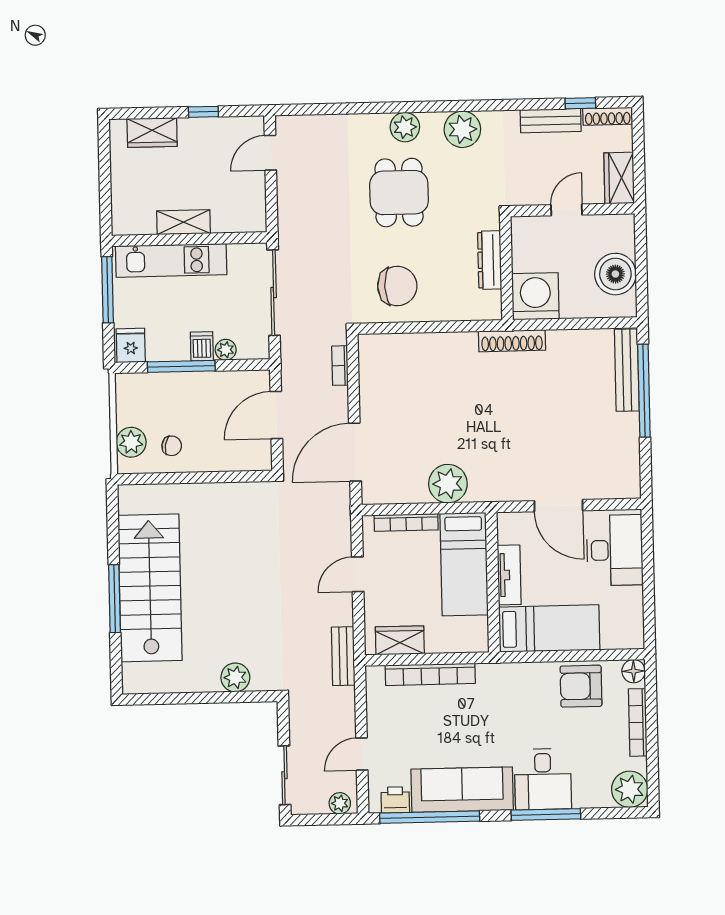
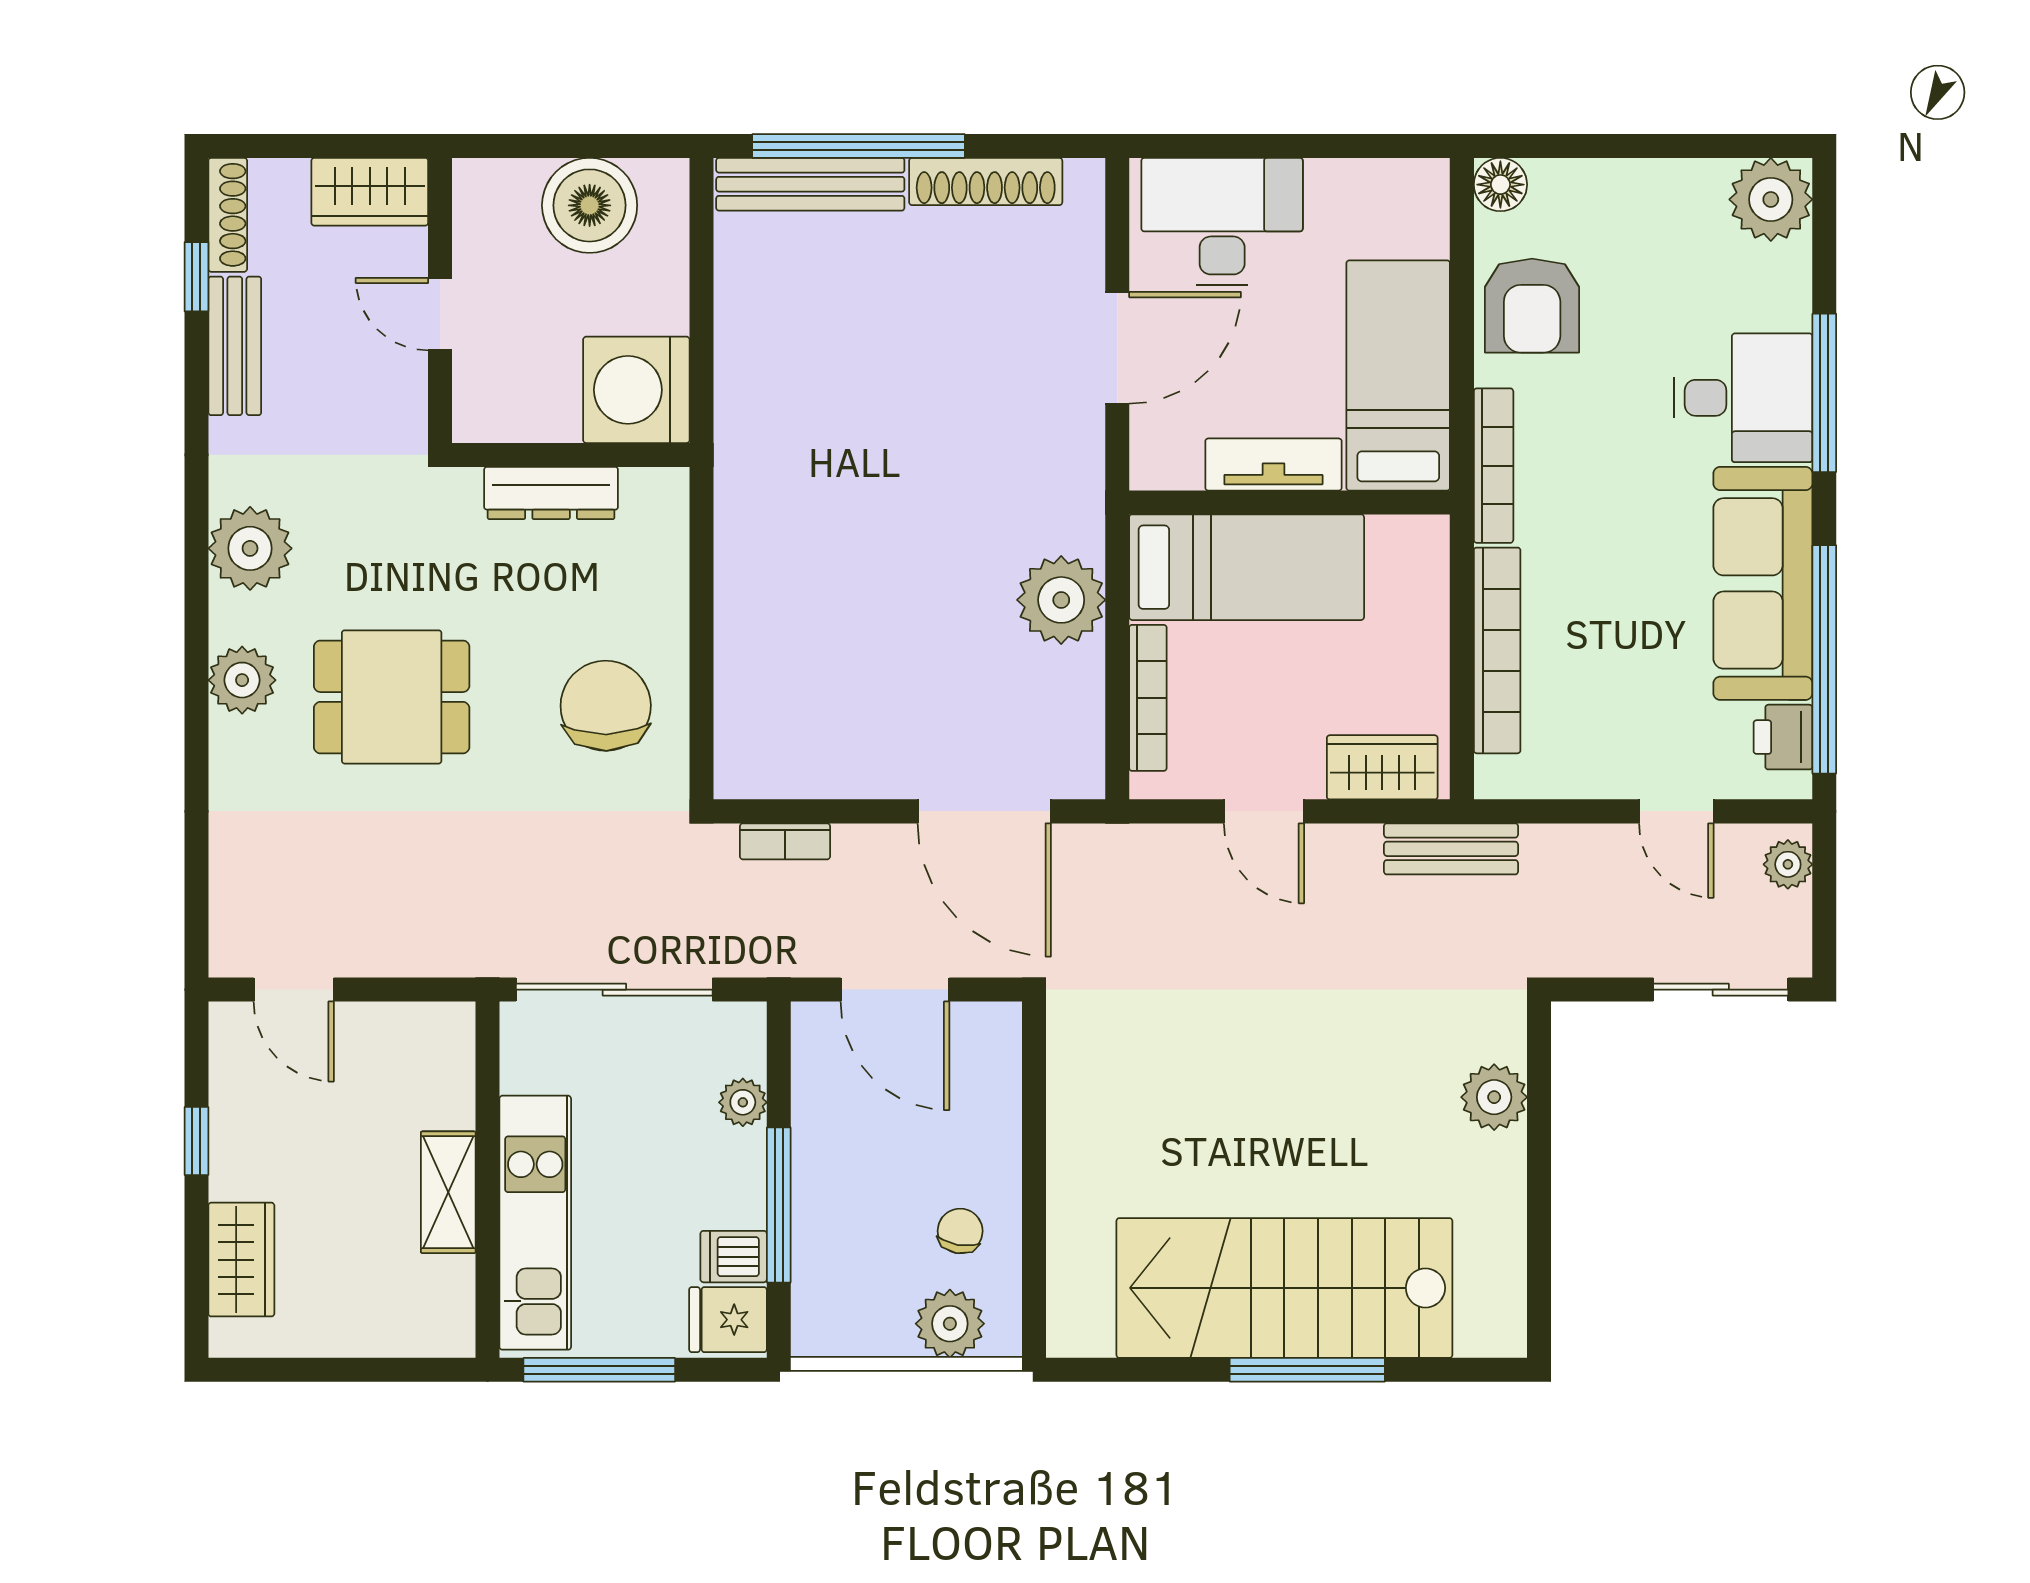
shoe rack: (512, 341) -> (986, 182), moved, turned 90
dishwasher: (202, 346) -> (734, 1257), moved
wardrobe: (400, 640) -> (1382, 767), moved, turned 90
bookcase: (638, 722) -> (1494, 466), moved, turned -90

